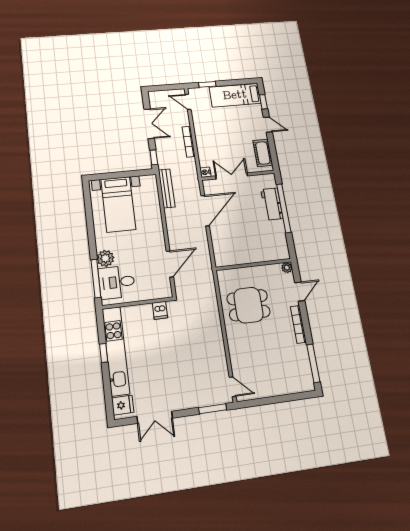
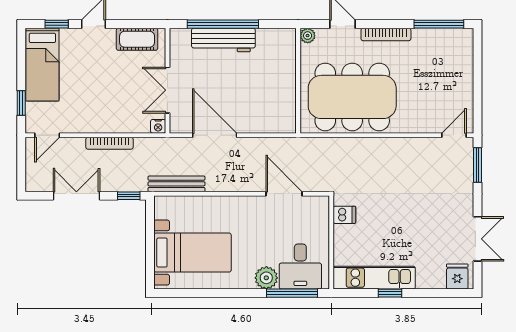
workbench: (272, 204) -> (223, 40), width x1.38
dining table: (248, 305) -> (352, 97), width x1.87, depth x1.24
kitchen unit: (116, 351) -> (374, 278), width x0.73

